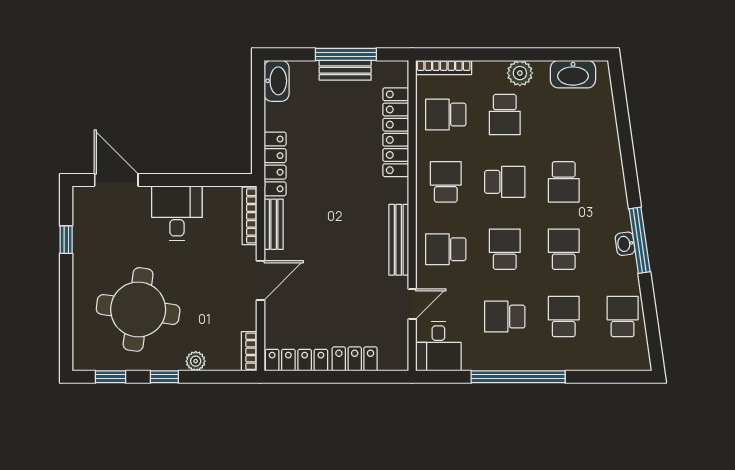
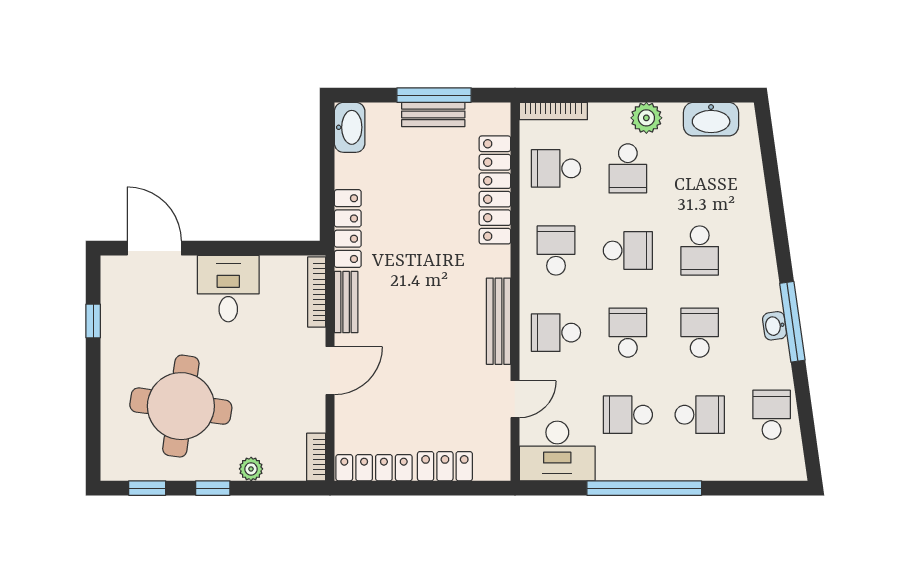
school desk: (564, 317) -> (700, 415), turned 90
desk: (438, 346) -> (557, 451), width x1.37

